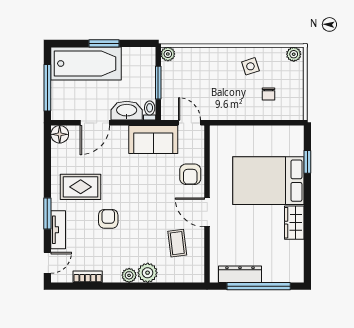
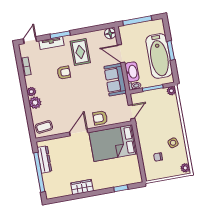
bathtub: (86, 63) -> (159, 56), moved
sofa: (153, 140) -> (115, 80), moved
bed: (268, 181) -> (113, 143), moved, turned -90
coffee table: (177, 243) -> (44, 127), moved
door: (47, 263) -> (30, 40), swing flipped

